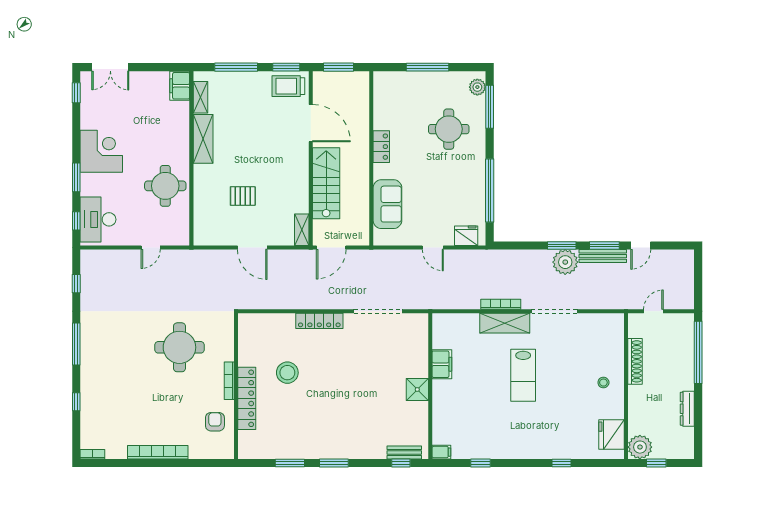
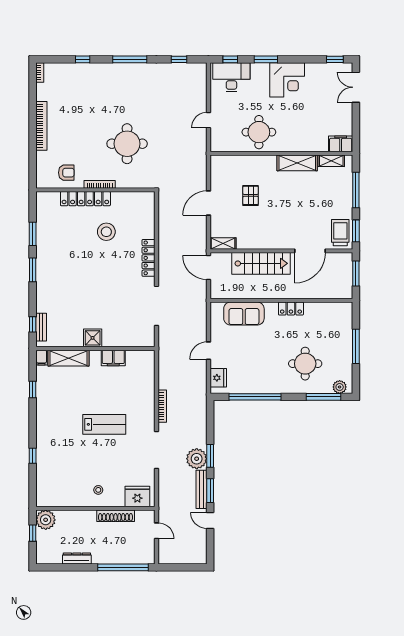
door: (151, 248) -> (208, 120), hinge flipped
shelving: (505, 323) -> (69, 358), moved, turned 90
lab bench: (523, 375) -> (104, 424), turned 180
fridge: (611, 434) -> (137, 496), moved

